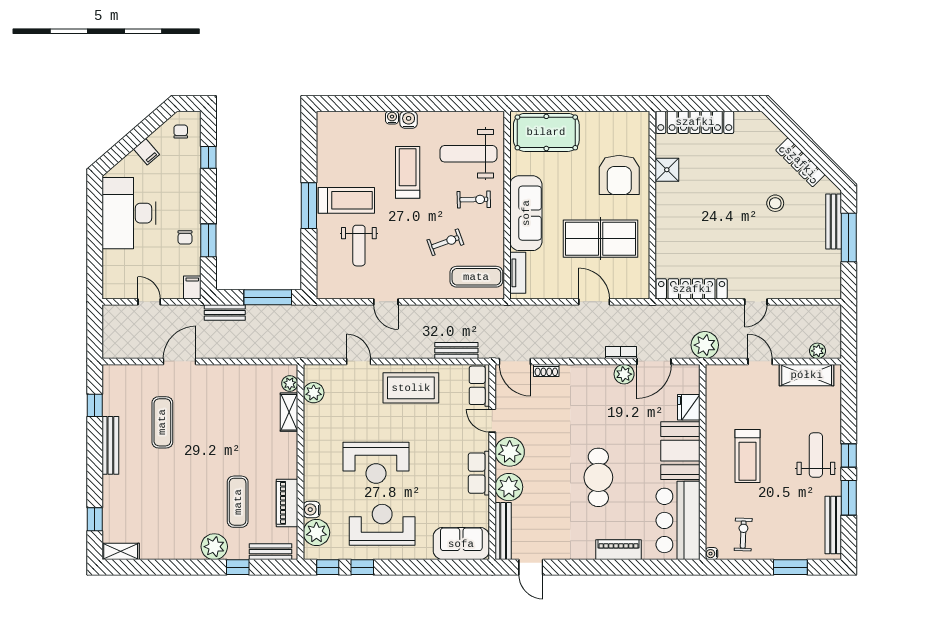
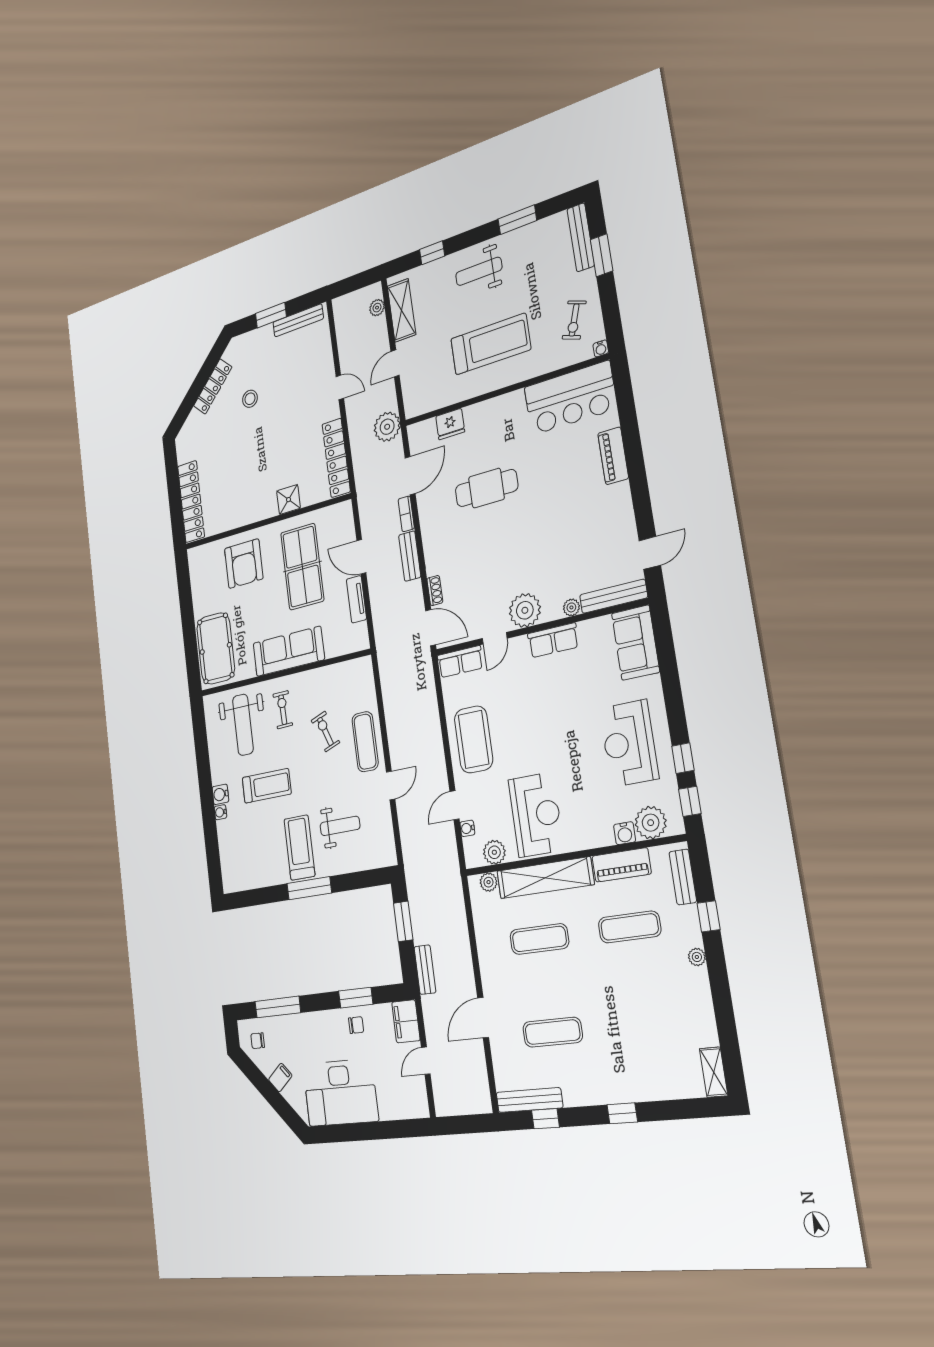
window: (208, 157) -> (278, 1007), width x2.17
shower: (667, 170) -> (289, 500), moved
treadmill: (408, 172) -> (267, 786), turned 180
armchair: (619, 175) -> (244, 564), turned 90
bench: (834, 222) -> (298, 320), moved
window: (849, 238) -> (271, 315), width x0.69
tv unit: (518, 273) -> (356, 599), moved, turned -90
exercise mat: (476, 277) -> (365, 742), moved
filing cabinet: (192, 288) -> (406, 1021), width x2.00
window: (268, 297) -> (403, 921), width x0.69
door: (594, 302) -> (361, 557), hinge flipped
bench: (456, 351) -> (410, 556), moved
door: (180, 361) -> (483, 1018), hinge flipped
door: (515, 361) -> (431, 628), hinge flipped
door: (654, 361) -> (410, 476), hinge flipped
water cooler: (337, 371) -> (467, 828), added
plant: (624, 374) -> (427, 504), removed
shelving: (289, 412) -> (545, 878), width x2.20, depth x1.33
exercise mat: (238, 422) -> (539, 939), added
bench: (110, 445) -> (529, 1100), moved
booth: (680, 451) -> (496, 419), removed
window: (849, 455) -> (432, 253), moved
treadmill: (747, 456) -> (491, 344), width x1.37, depth x1.38
reception desk: (376, 463) -> (536, 815), moved
cafe table: (598, 477) -> (486, 488), moved
plant: (509, 487) -> (571, 607), width x0.53, depth x0.53
window: (95, 519) -> (622, 1113), moved
bench: (833, 525) -> (581, 237), moved, turned 90
exercise bike: (743, 535) -> (574, 320), turned -73
plant: (214, 547) -> (697, 957), width x0.53, depth x0.53

